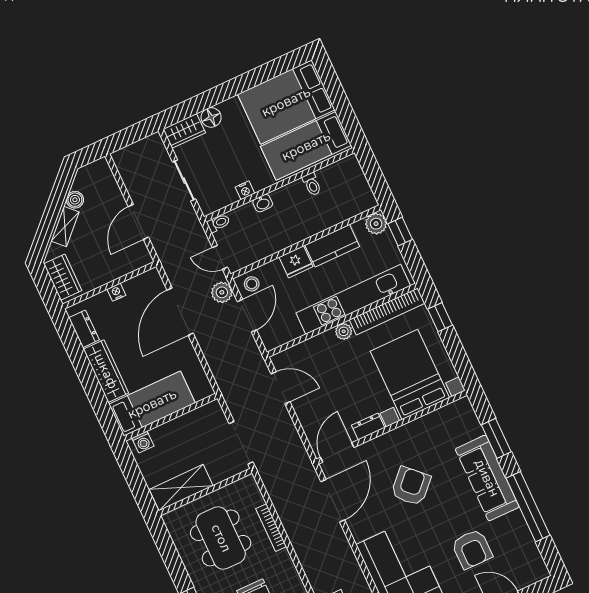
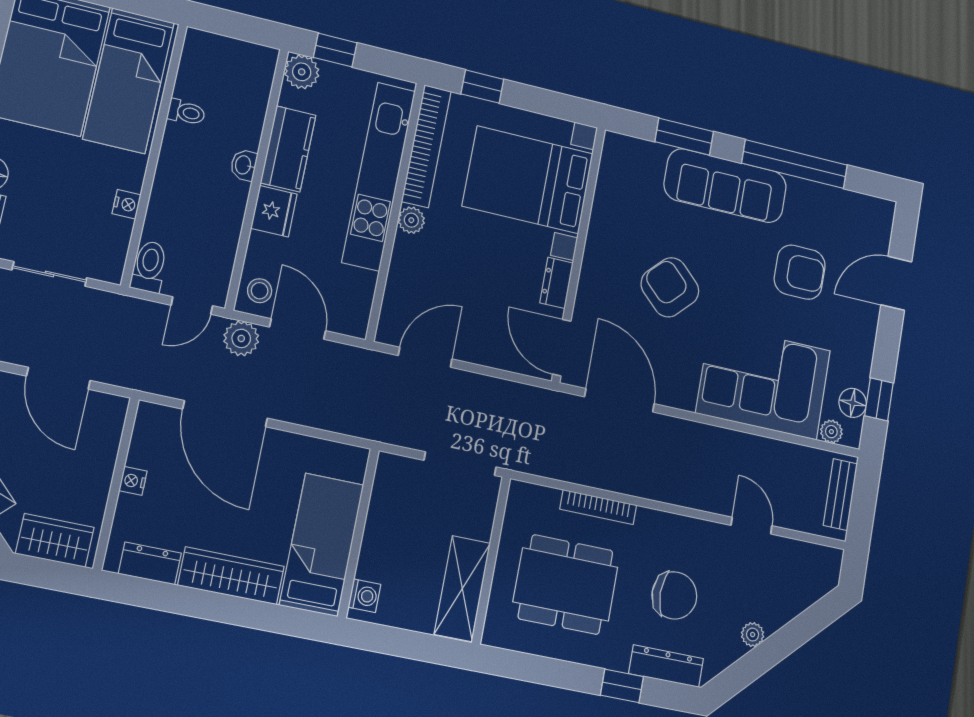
washbasin: (263, 203) -> (244, 165), moved, turned 180
toilet: (218, 223) -> (149, 267), width x1.37, depth x1.39

